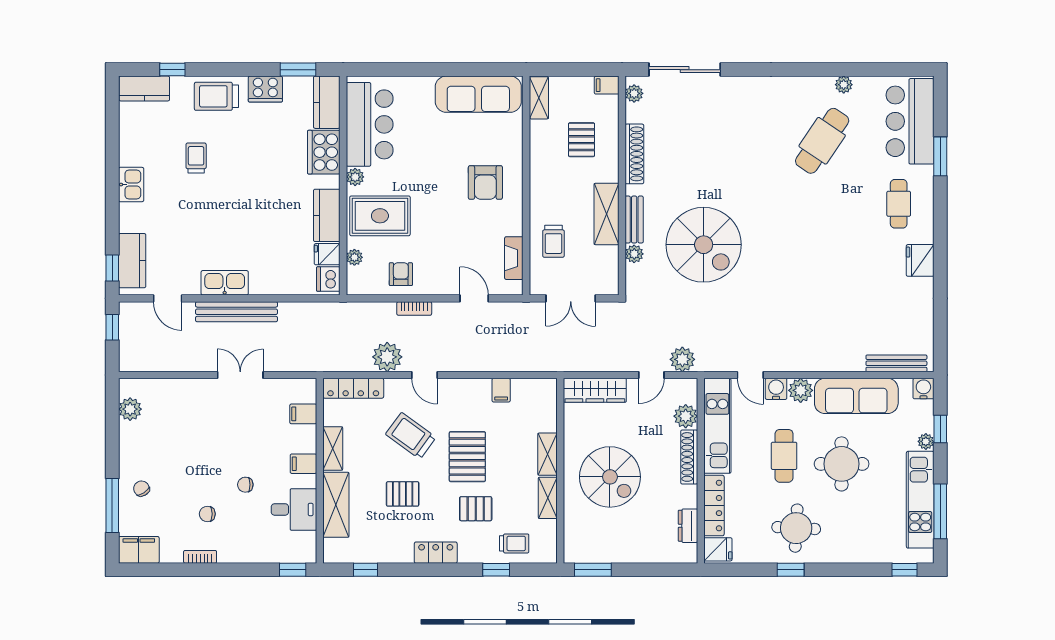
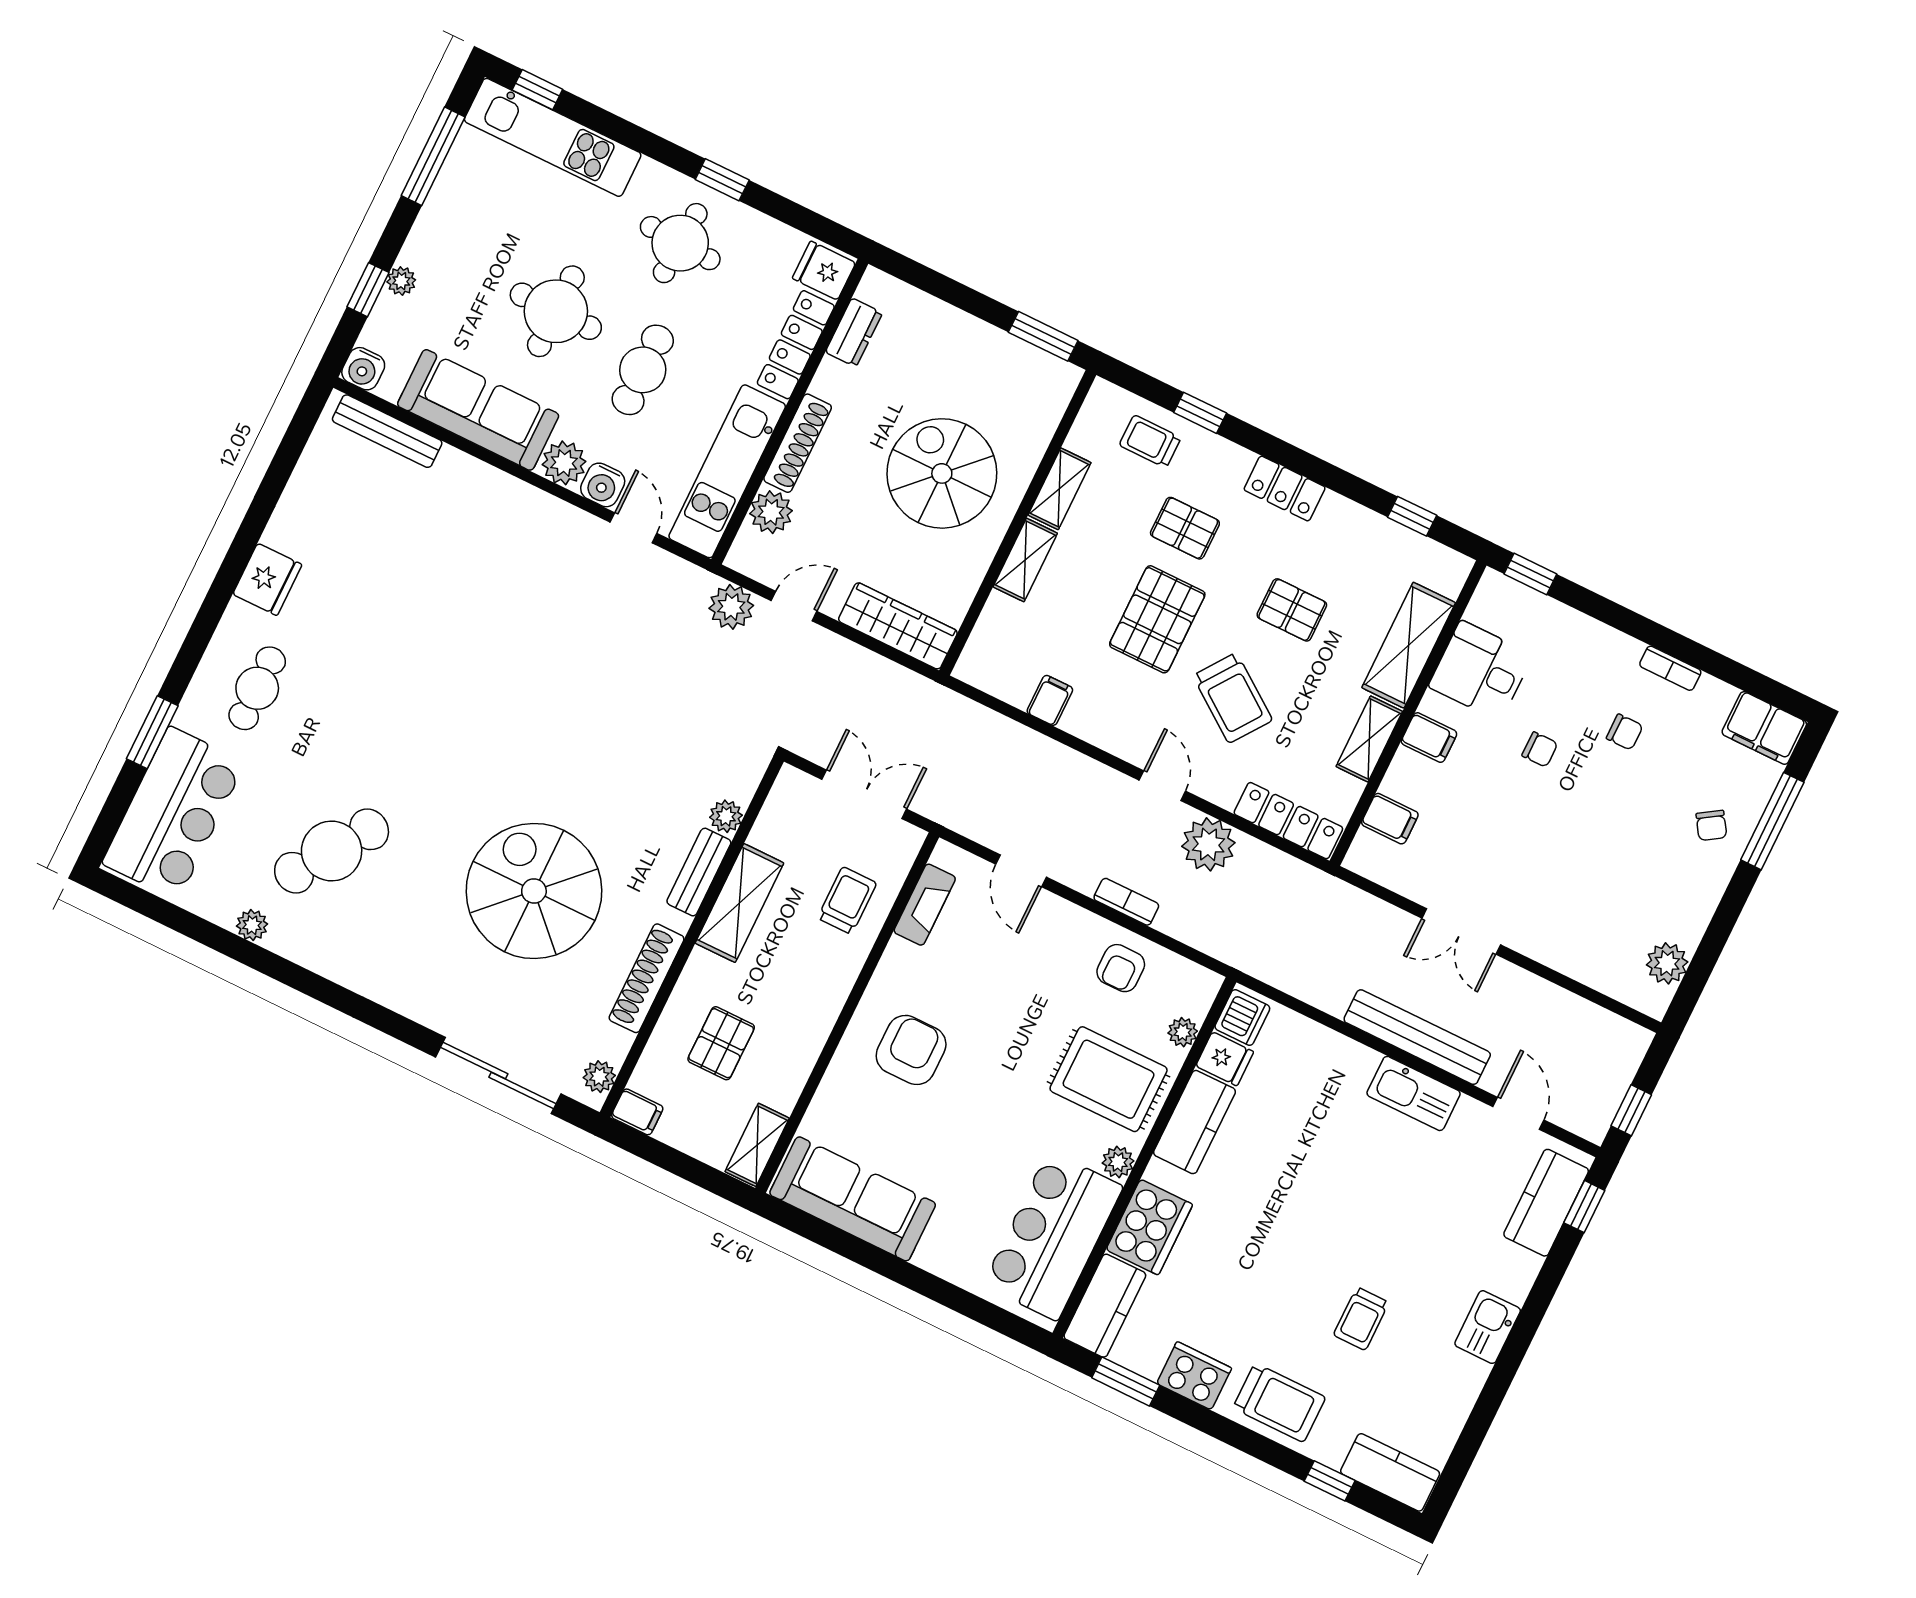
spiral stairs: (704, 245) -> (534, 891), moved
kitchen unit: (920, 500) -> (553, 137), moved, turned 90

